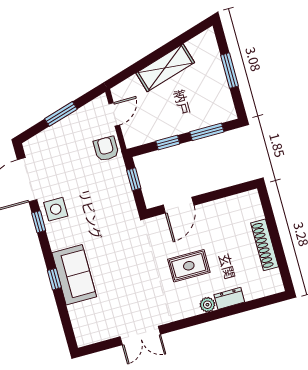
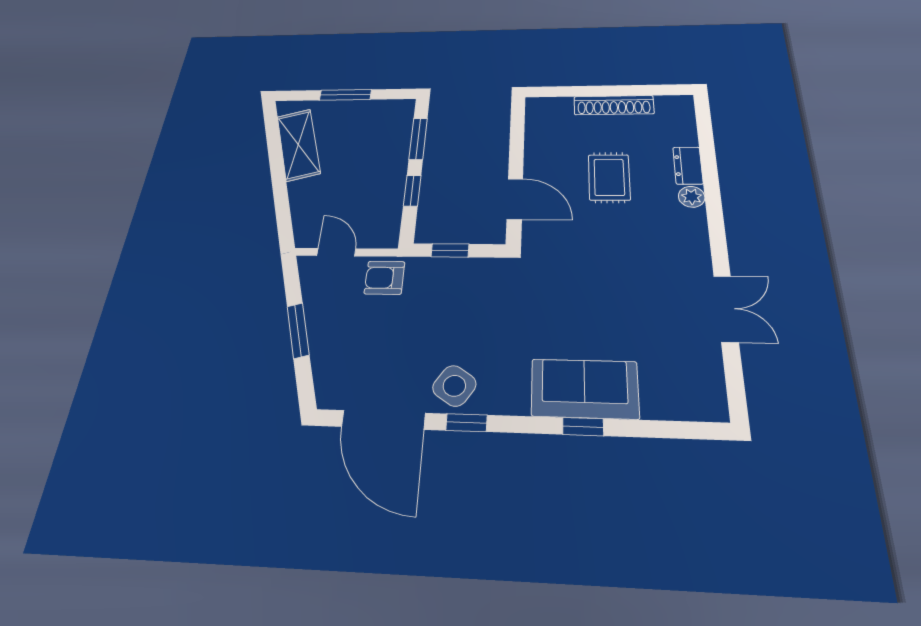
shelving: (165, 68) -> (298, 145), moved
side table: (56, 209) -> (454, 386), turned 34
rug: (189, 266) -> (609, 177), moved

